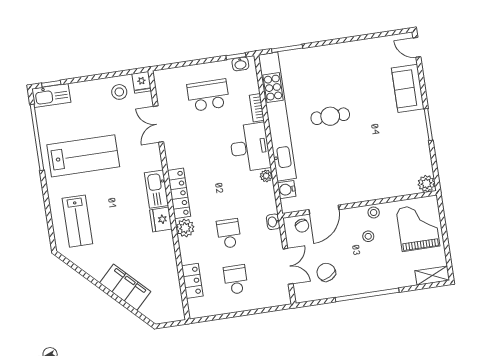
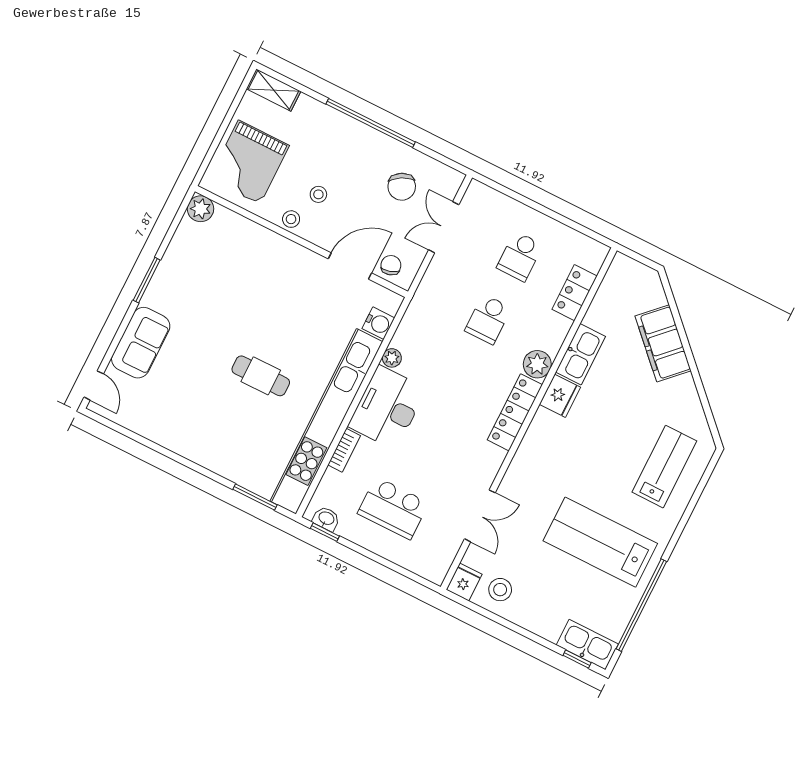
kitchen sink: (156, 189) -> (581, 354), moved
washbasin: (273, 222) -> (423, 295), removed

